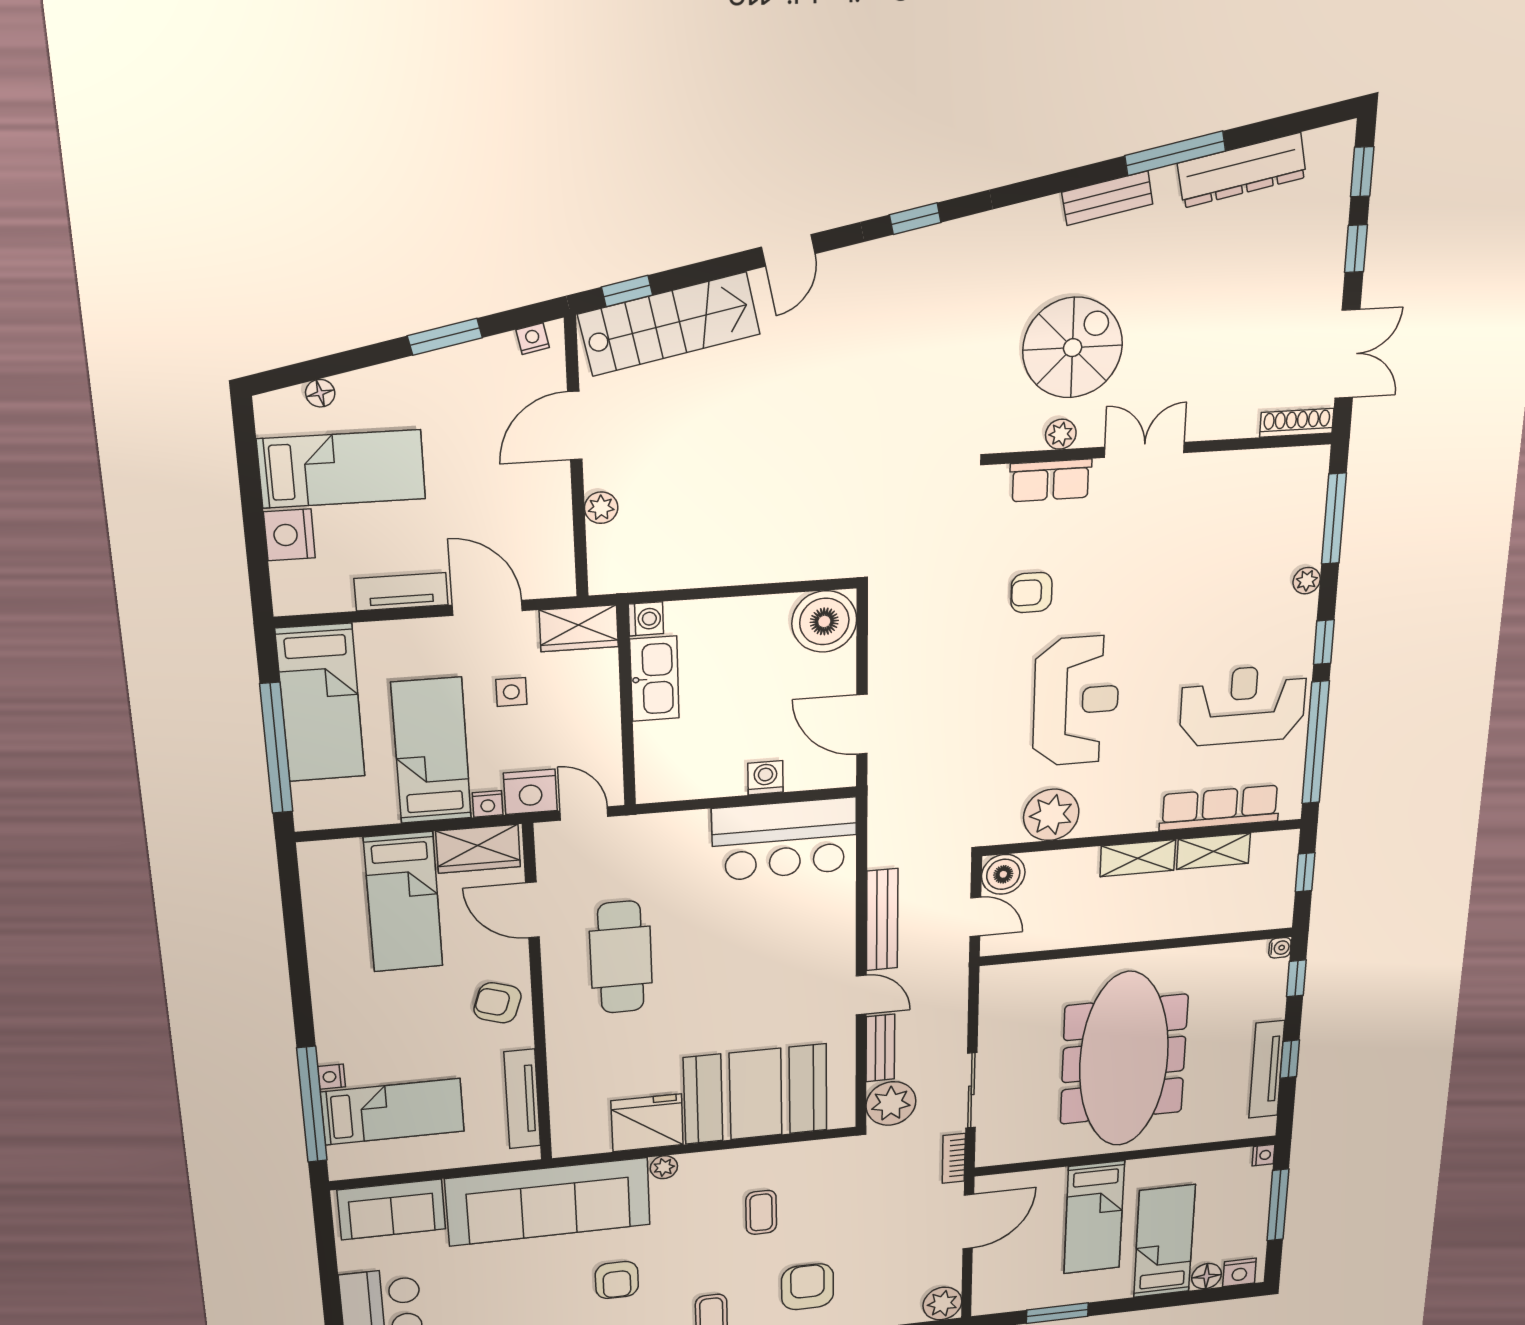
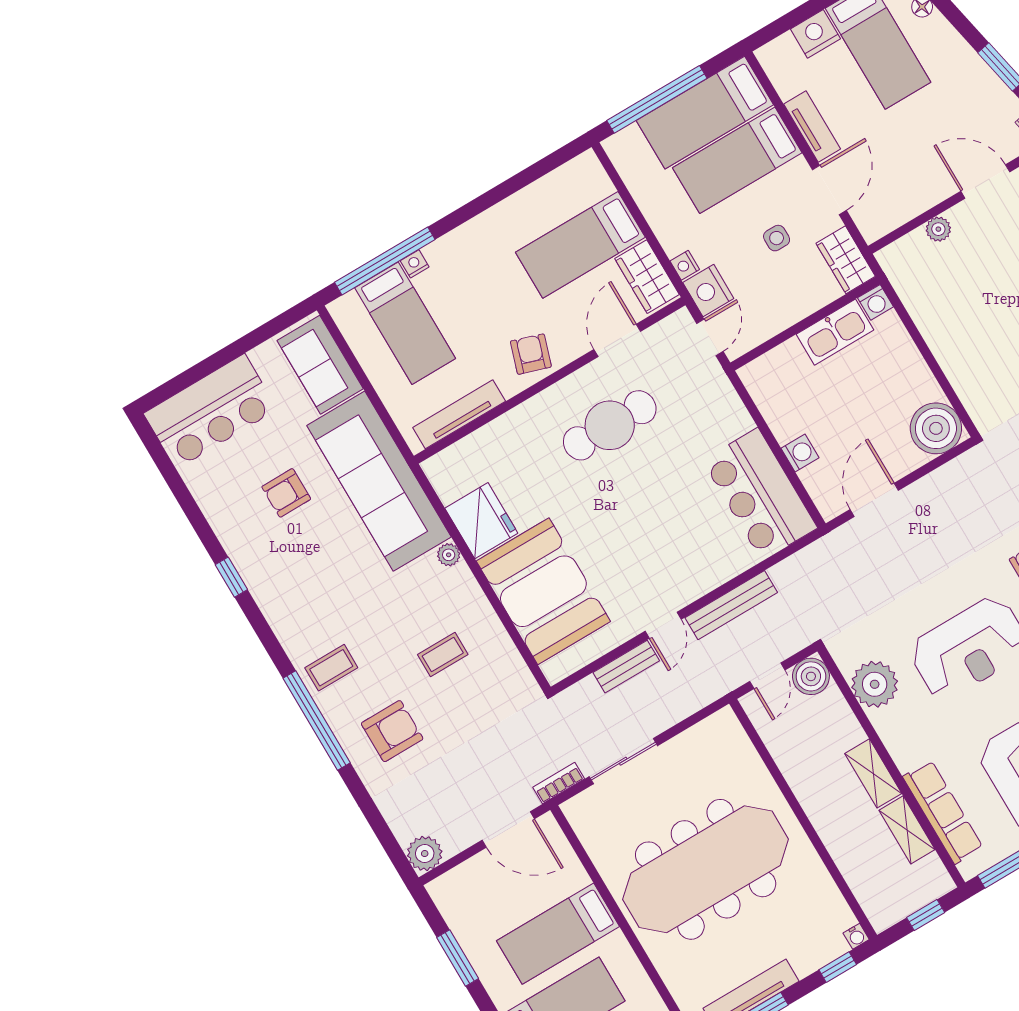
bed: (431, 751) -> (737, 160), moved, turned 180
plant: (891, 1103) -> (583, 703), removed
armchair: (617, 1280) -> (286, 493), moved

